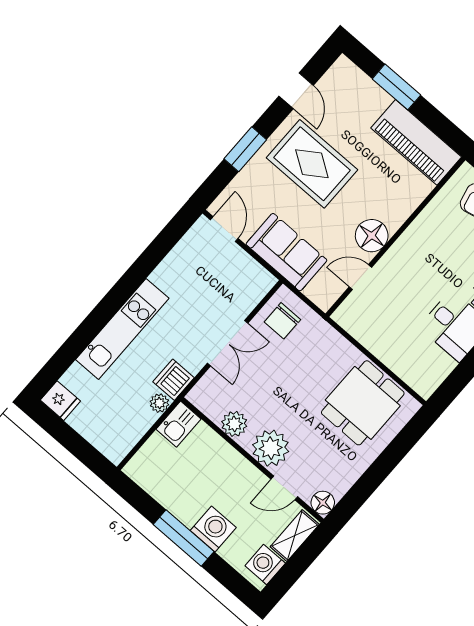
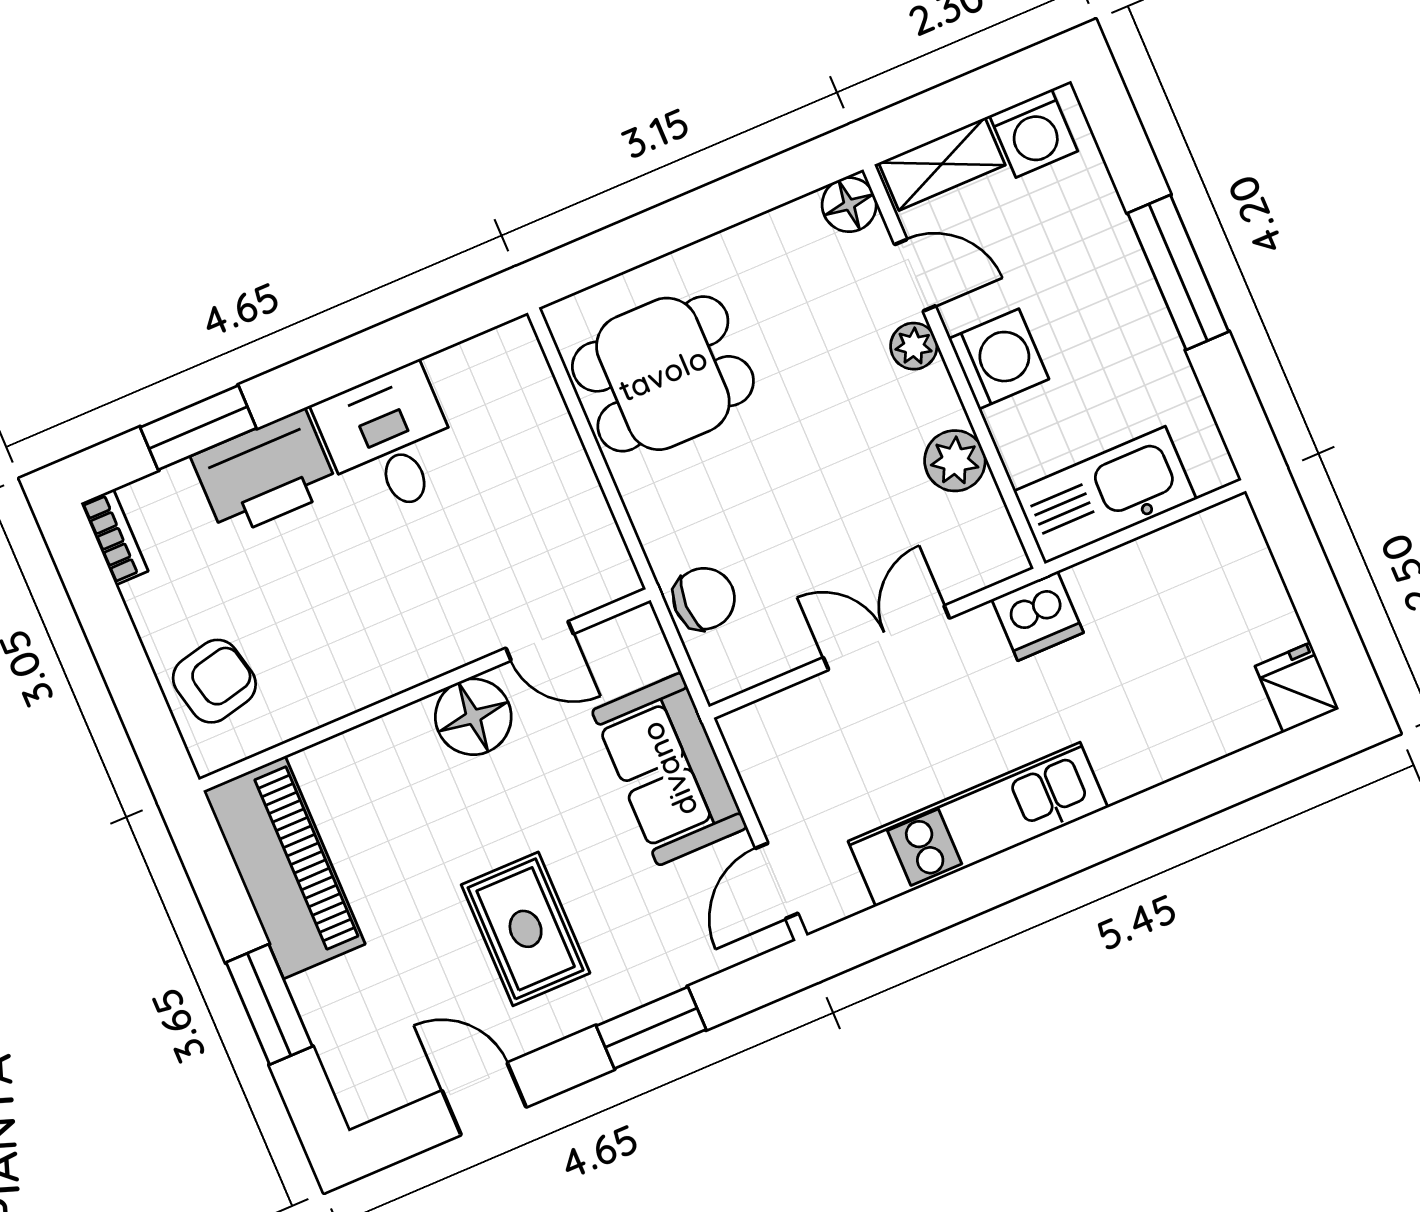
door: (296, 91) -> (484, 1099), hinge flipped
rug: (312, 164) -> (526, 929), width x0.73, depth x0.70
chair: (282, 321) -> (704, 599), moved
kitchen unit: (122, 329) -> (978, 824), moved
plant: (159, 403) -> (1091, 581), removed
kitchen sink: (179, 424) -> (1105, 495), width x1.88, depth x1.24
plant: (271, 448) -> (914, 346), width x0.53, depth x0.53
washing machine: (213, 529) -> (999, 359), moved, turned 180

